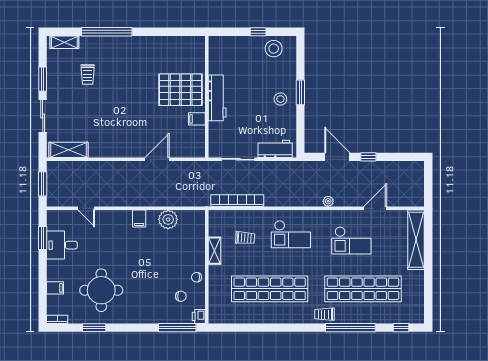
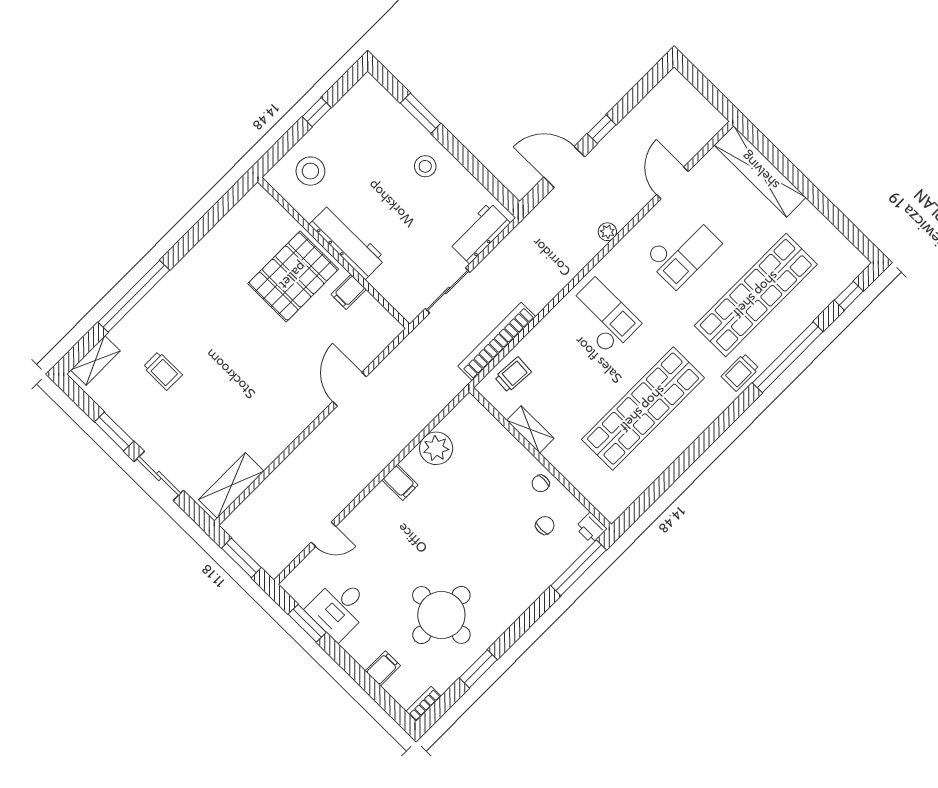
stool: (274, 49) -> (310, 171), moved
window: (300, 92) -> (421, 113), moved
checkout: (291, 234) -> (602, 317), turned -90
trolley: (245, 238) -> (513, 375), moved

